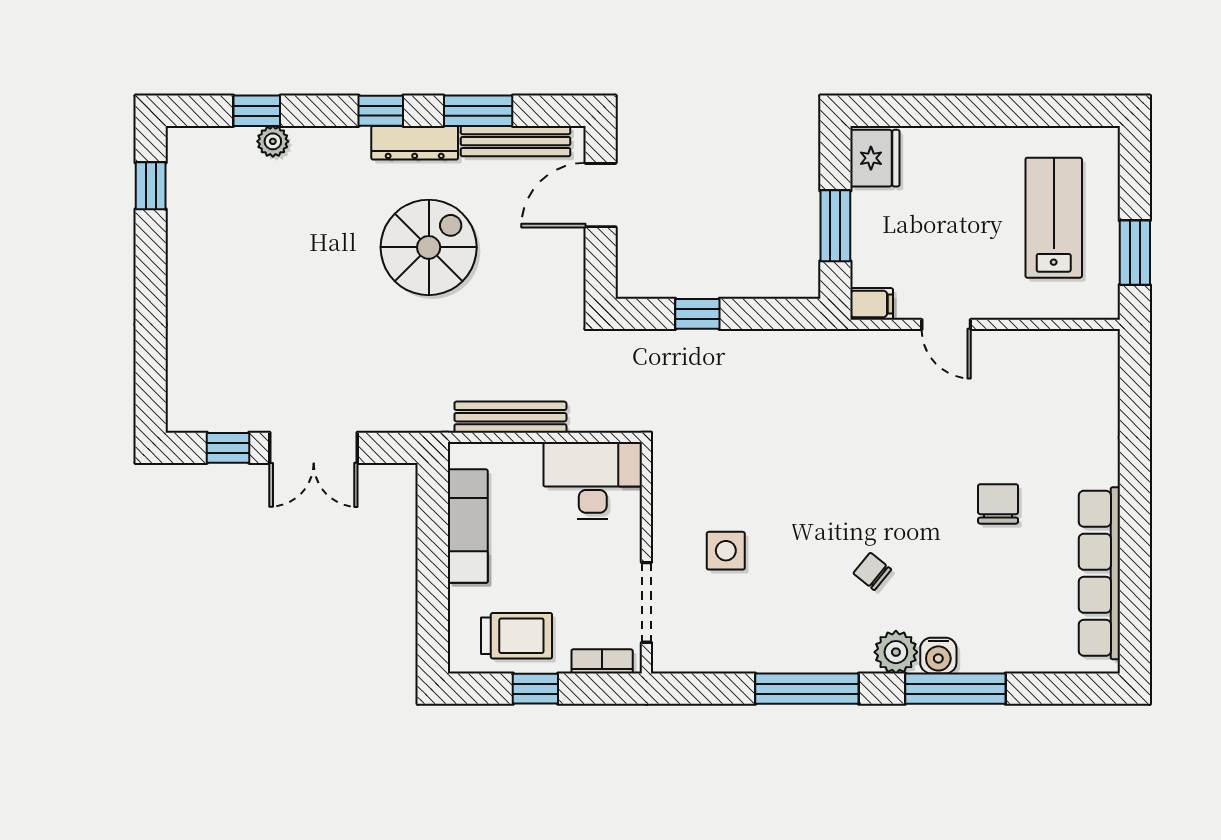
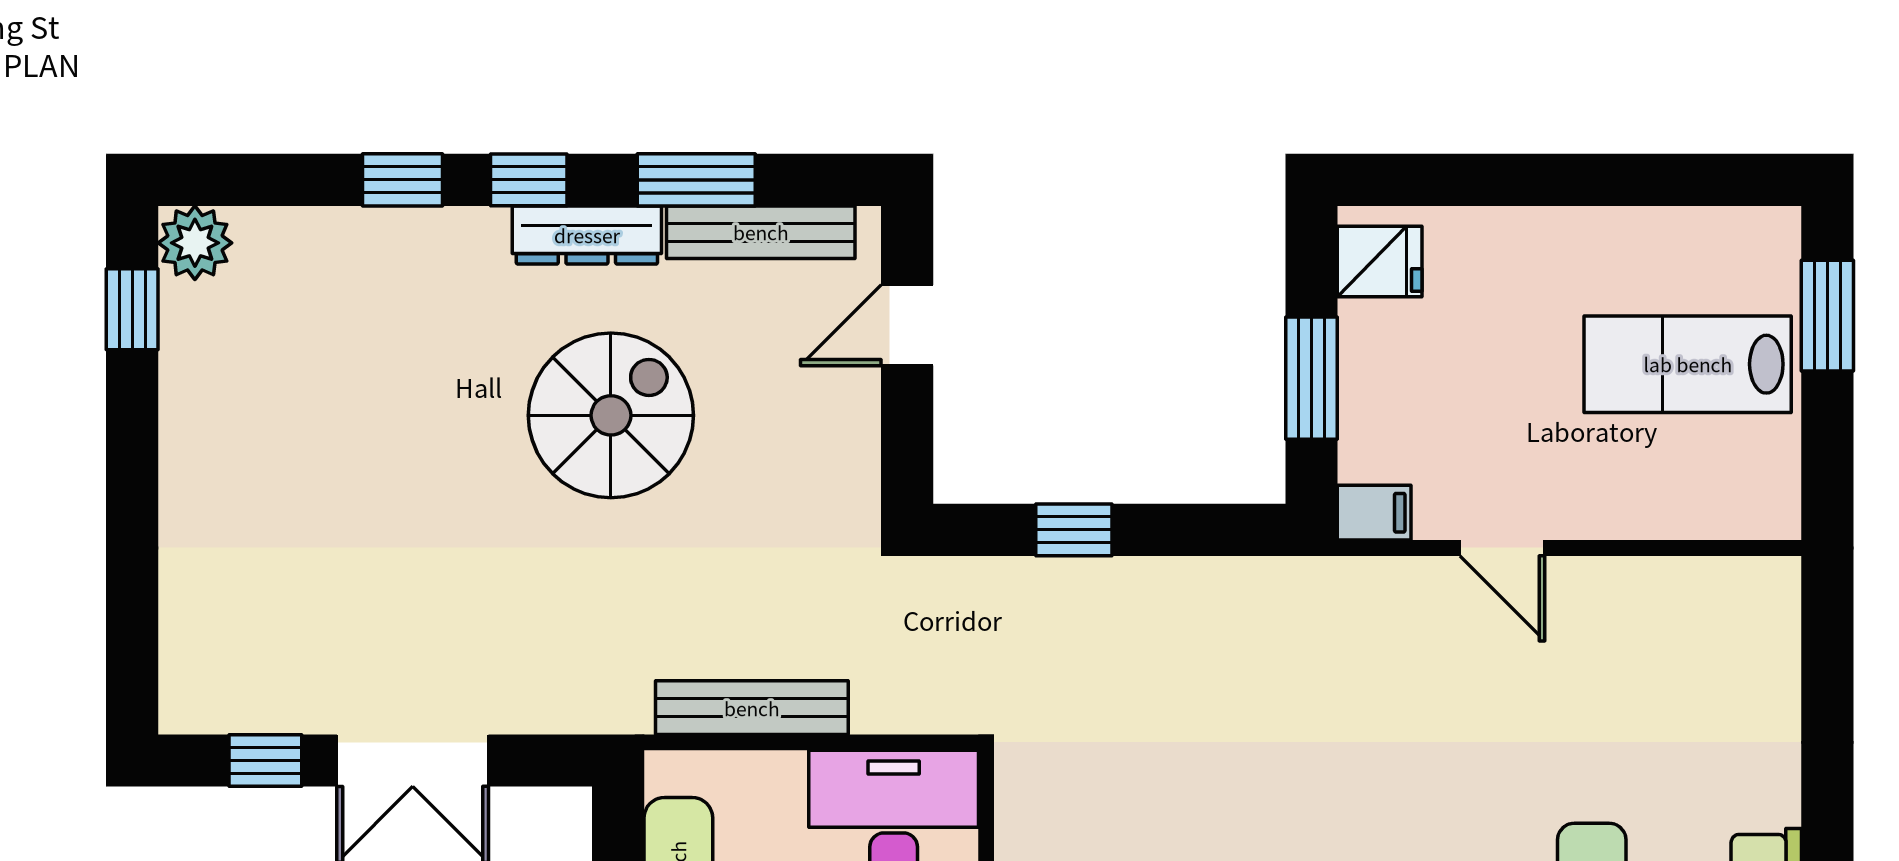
window: (257, 111) -> (403, 180), moved
plant: (273, 141) -> (195, 243), moved, width x1.38, depth x1.38
fridge: (875, 158) -> (1380, 262), width x0.72
door: (601, 195) -> (907, 325), width x0.73
lab bench: (1054, 218) -> (1688, 364), turned -90
window: (1135, 253) -> (1827, 316), moved

